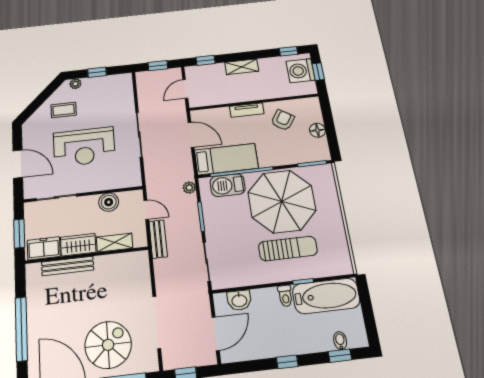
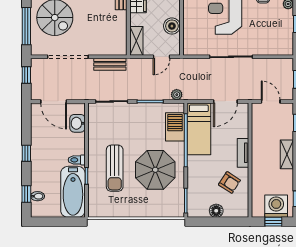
parasol: (282, 201) -> (155, 170), width x0.73, depth x0.73
bench: (158, 239) -> (110, 64), moved
shelving: (115, 243) -> (136, 41), moved

